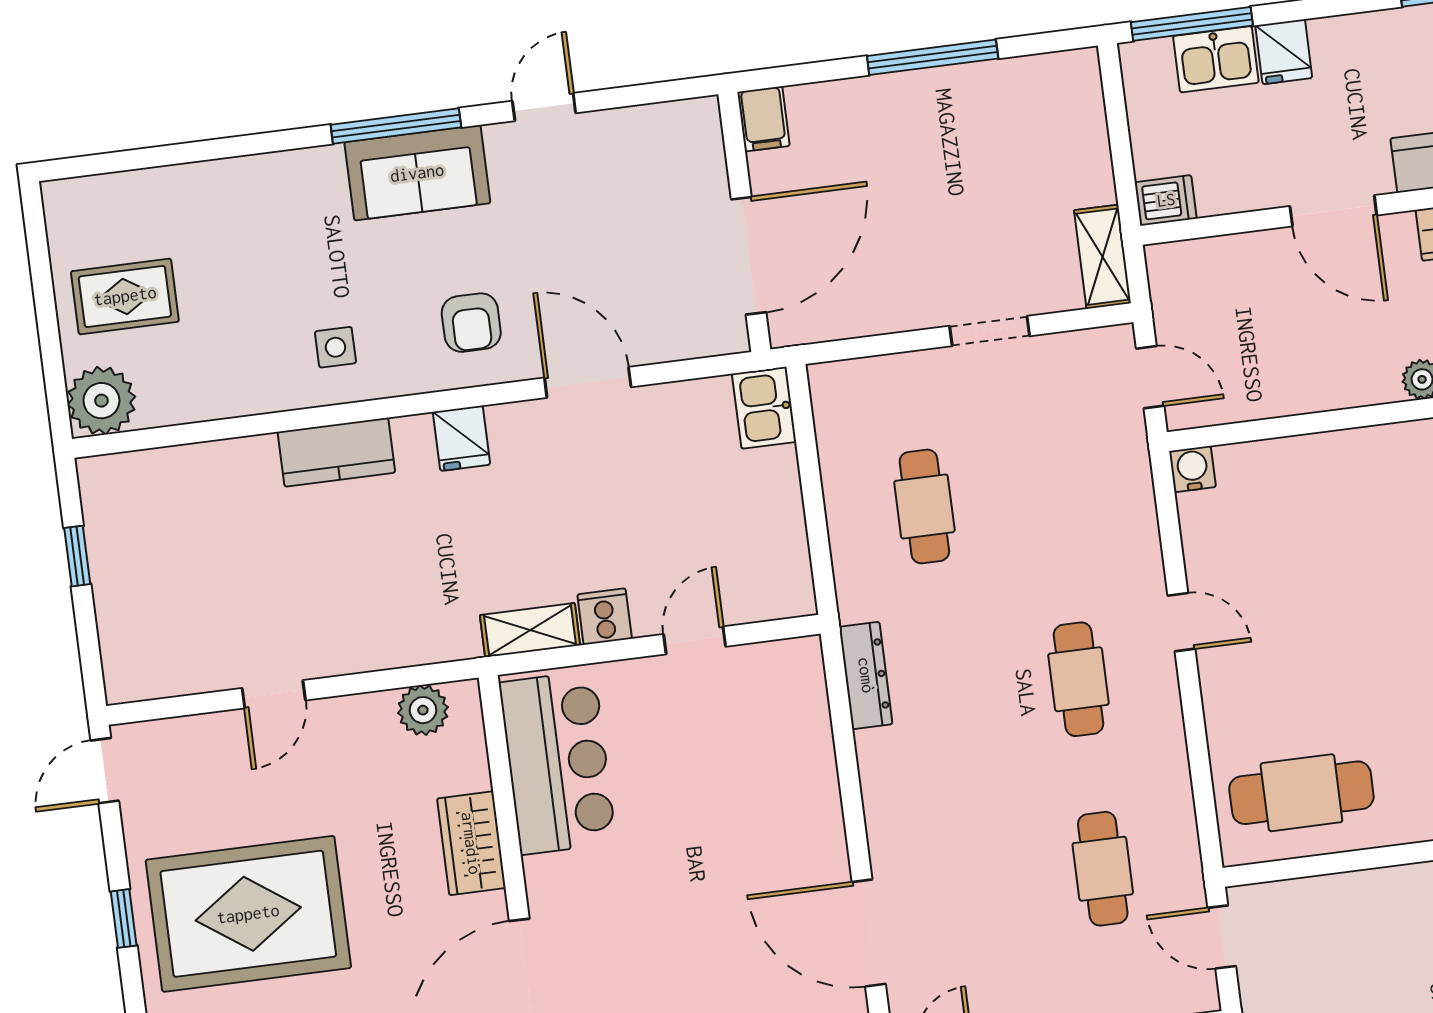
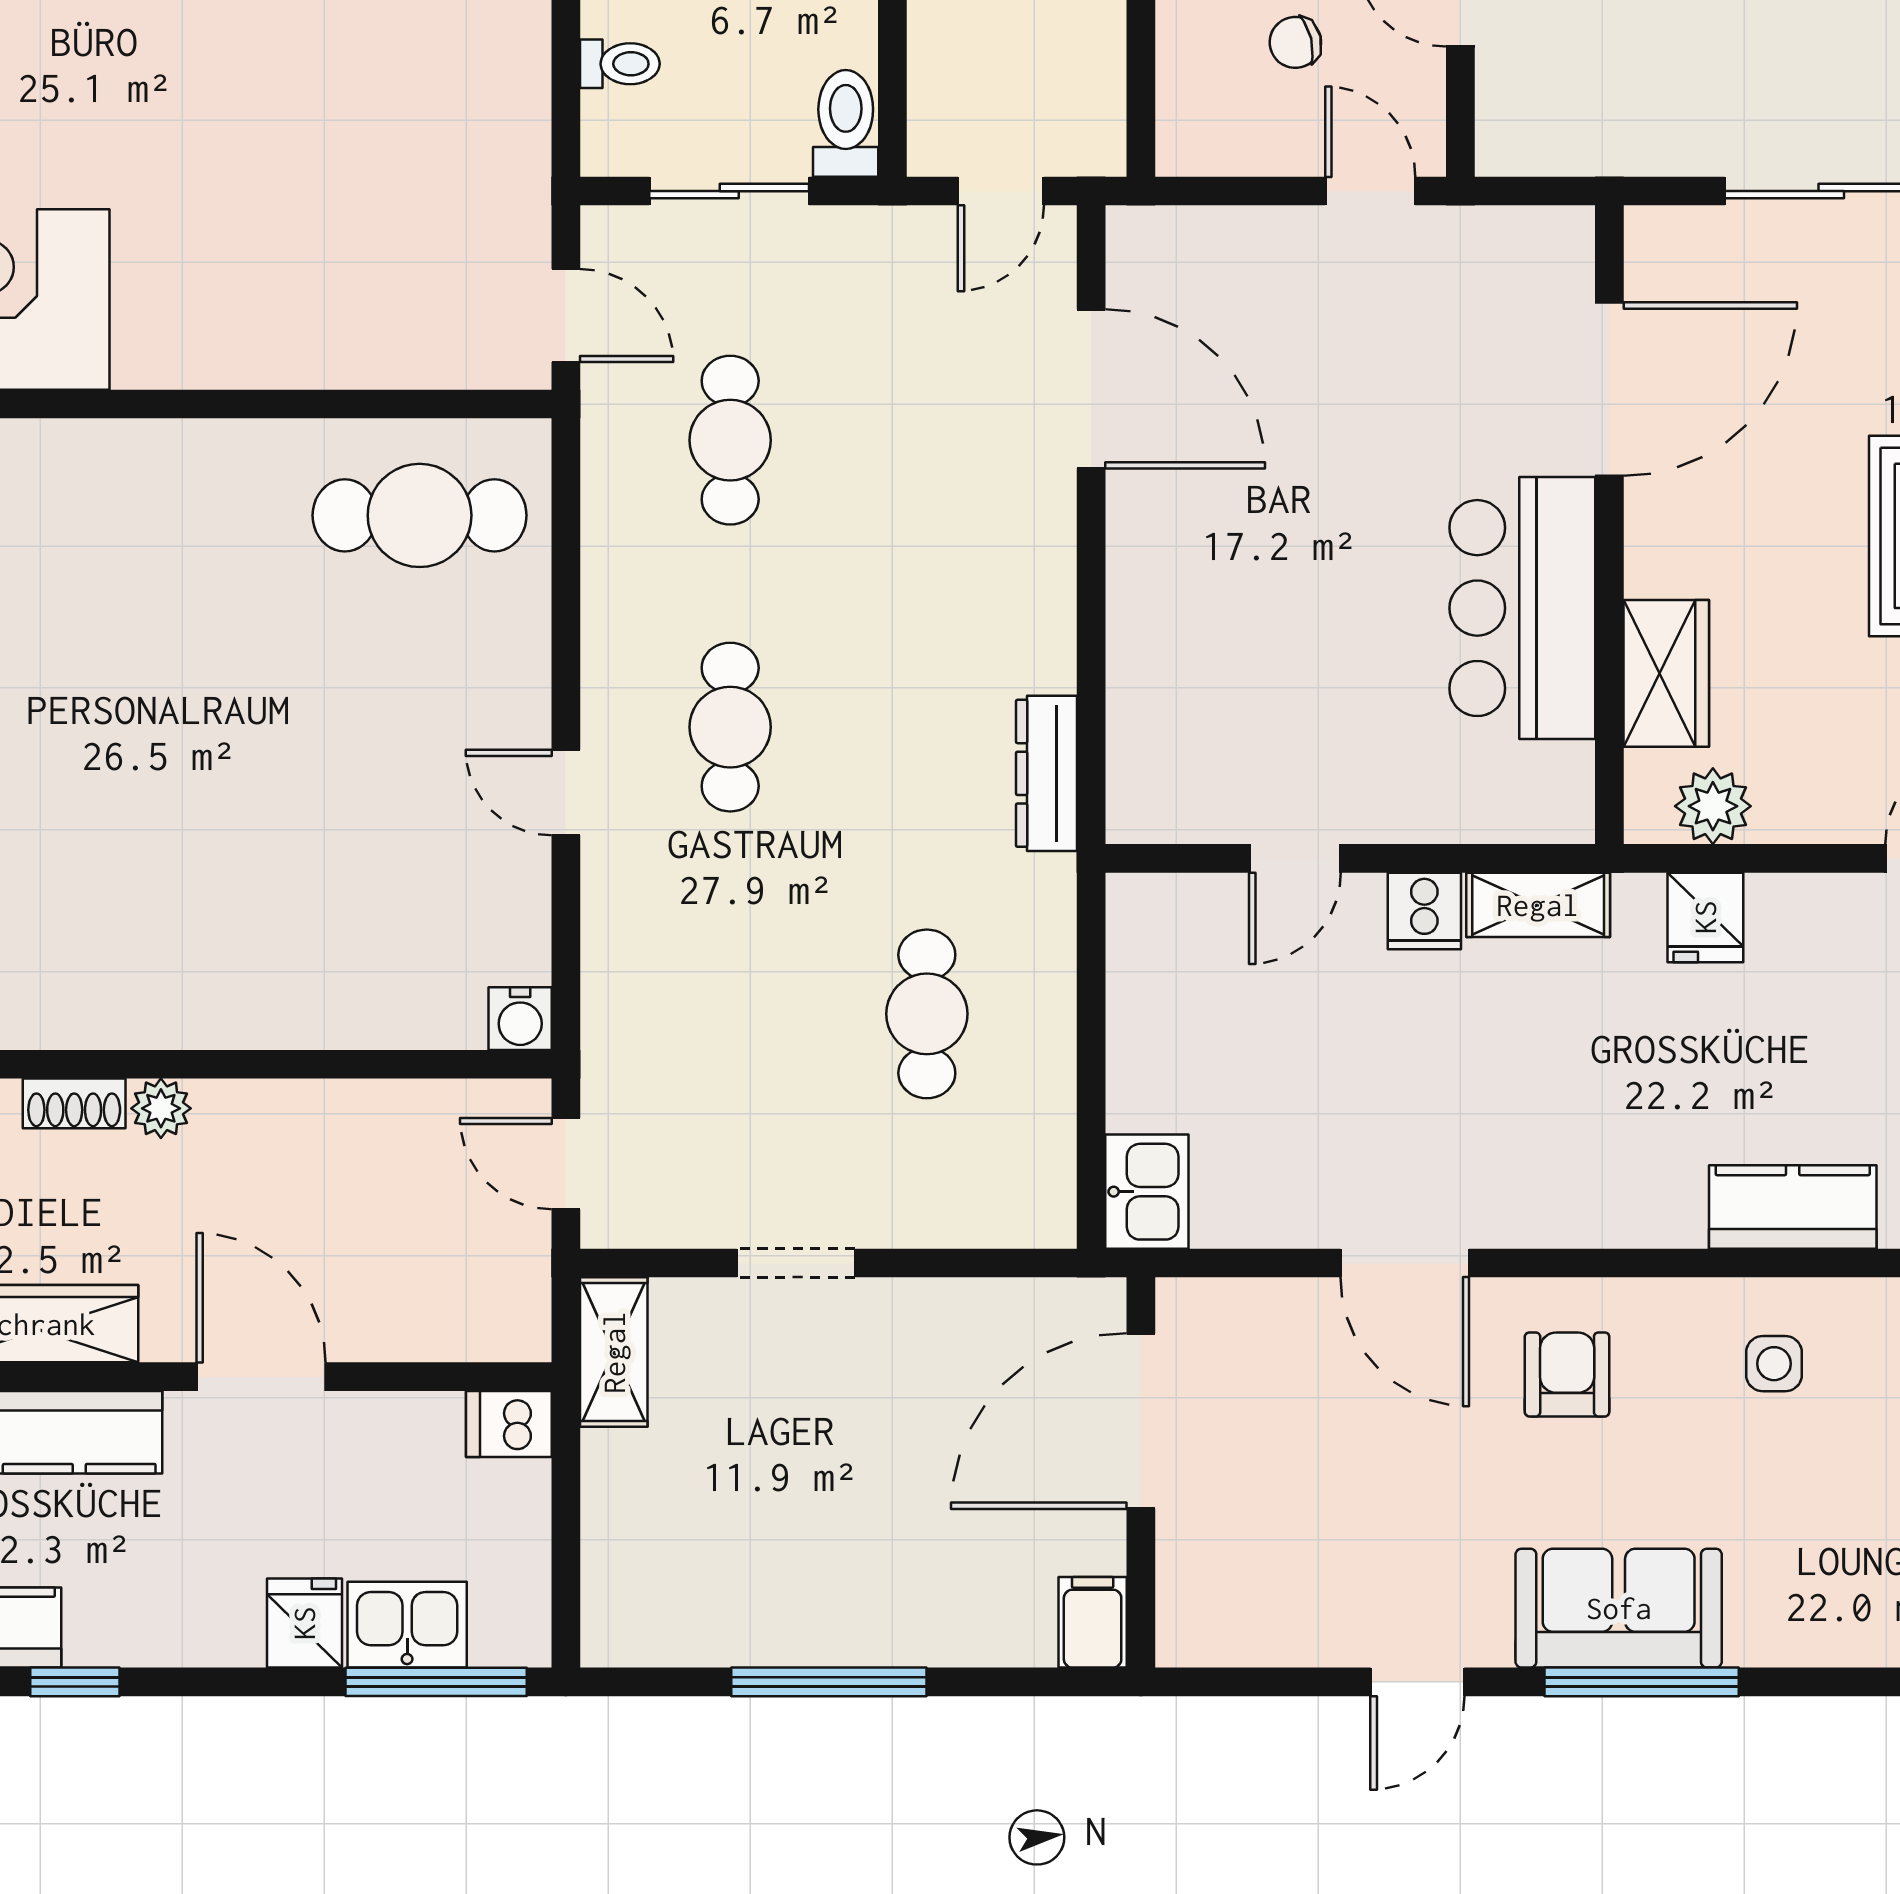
fridge: (462, 438) -> (1705, 917), moved, turned 180
bar counter: (558, 763) -> (1522, 608), moved
wardrobe: (471, 843) -> (1666, 673), moved

